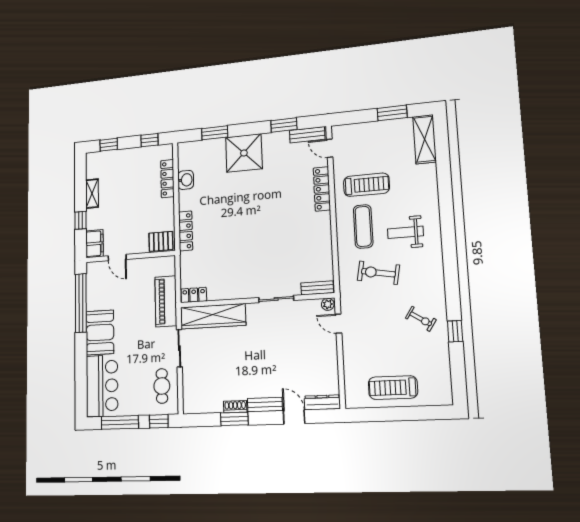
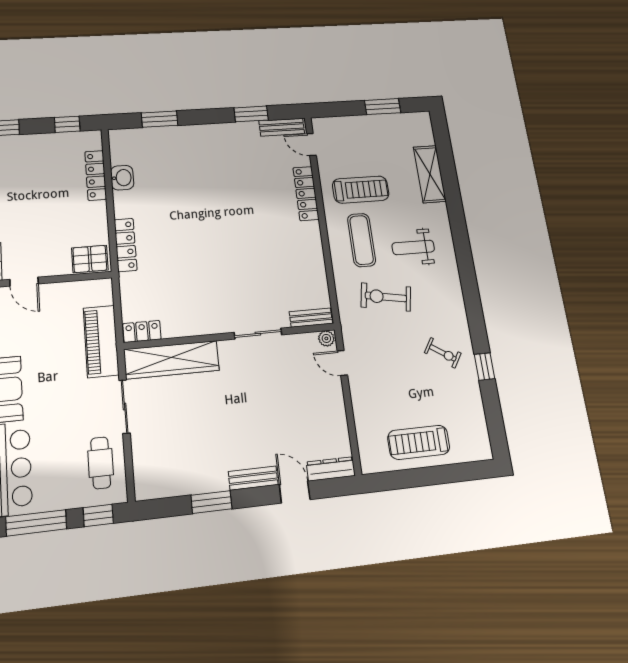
shelving: (425, 139) -> (430, 174), moved
shower: (244, 153) -> (201, 146), removed
shoe rack: (235, 407) -> (211, 484), removed

